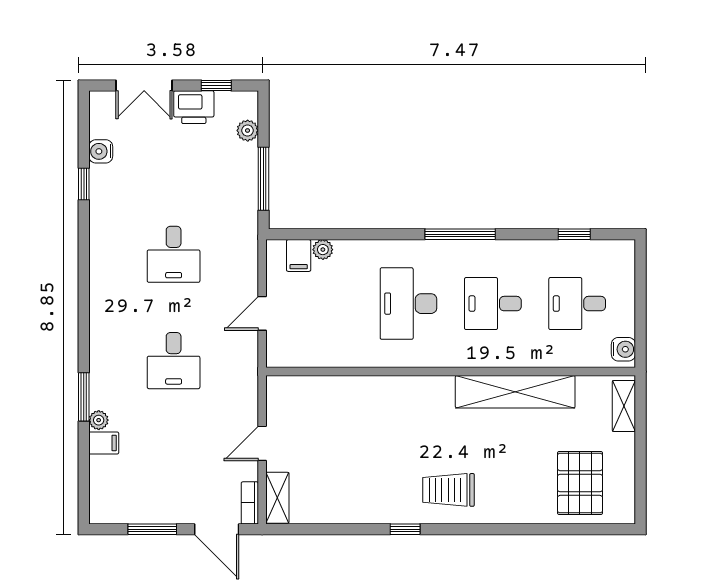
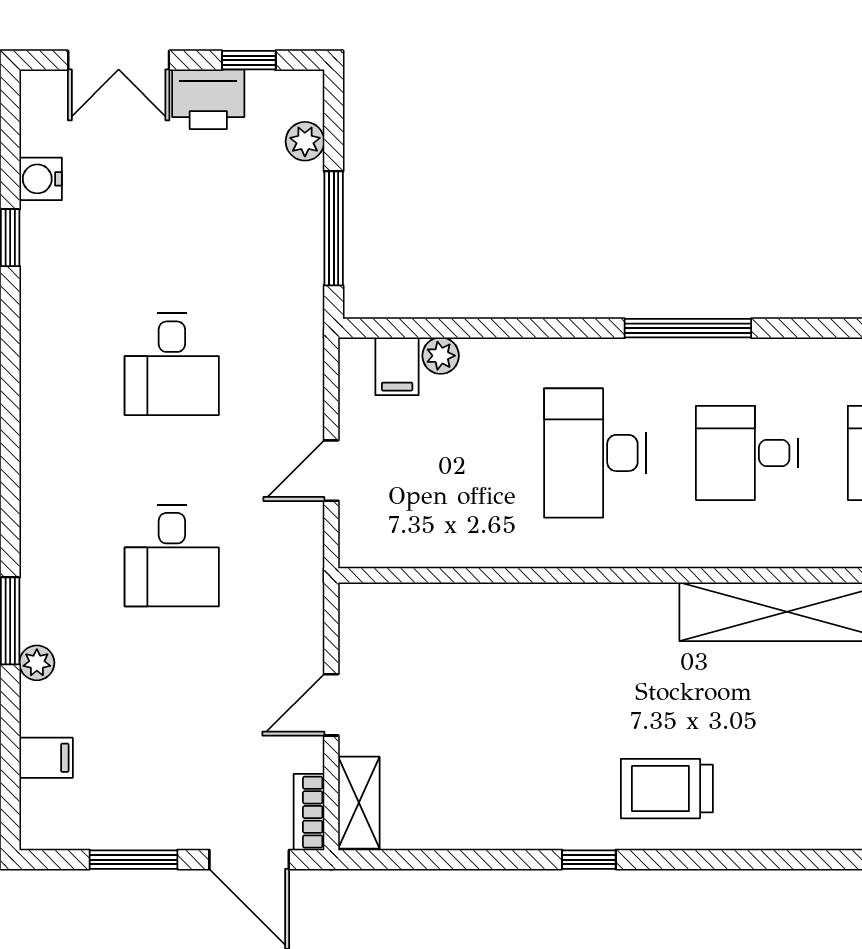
filing cabinet: (104, 443) -> (46, 758), moved

